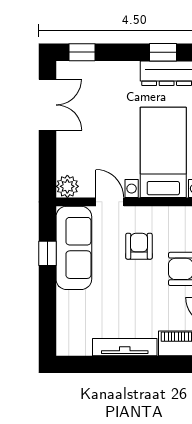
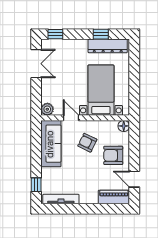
armchair: (139, 246) -> (87, 143), turned -64
window: (48, 253) -> (36, 185), moved
tv unit: (125, 347) -> (61, 199), moved

